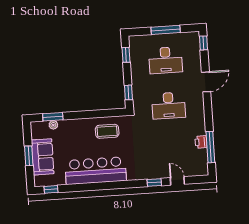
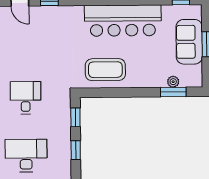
window: (126, 55) -> (76, 150), moved
desk: (169, 106) -> (26, 98), width x0.73
coffee table: (107, 131) -> (105, 70), width x1.36, depth x1.32

